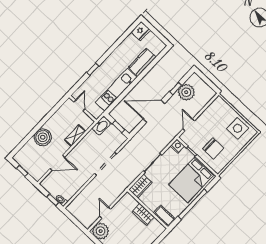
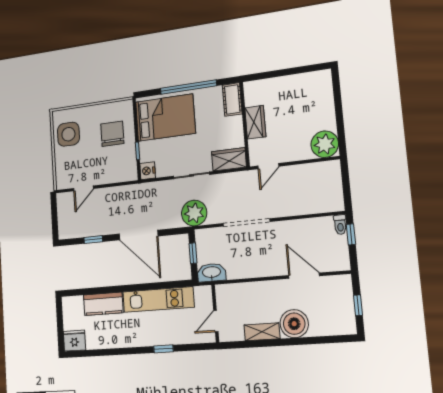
plant: (186, 92) -> (194, 213), moved
door: (189, 125) -> (83, 188), moved
shelving: (75, 136) -> (262, 332), moved
door: (105, 213) -> (268, 166), moved

